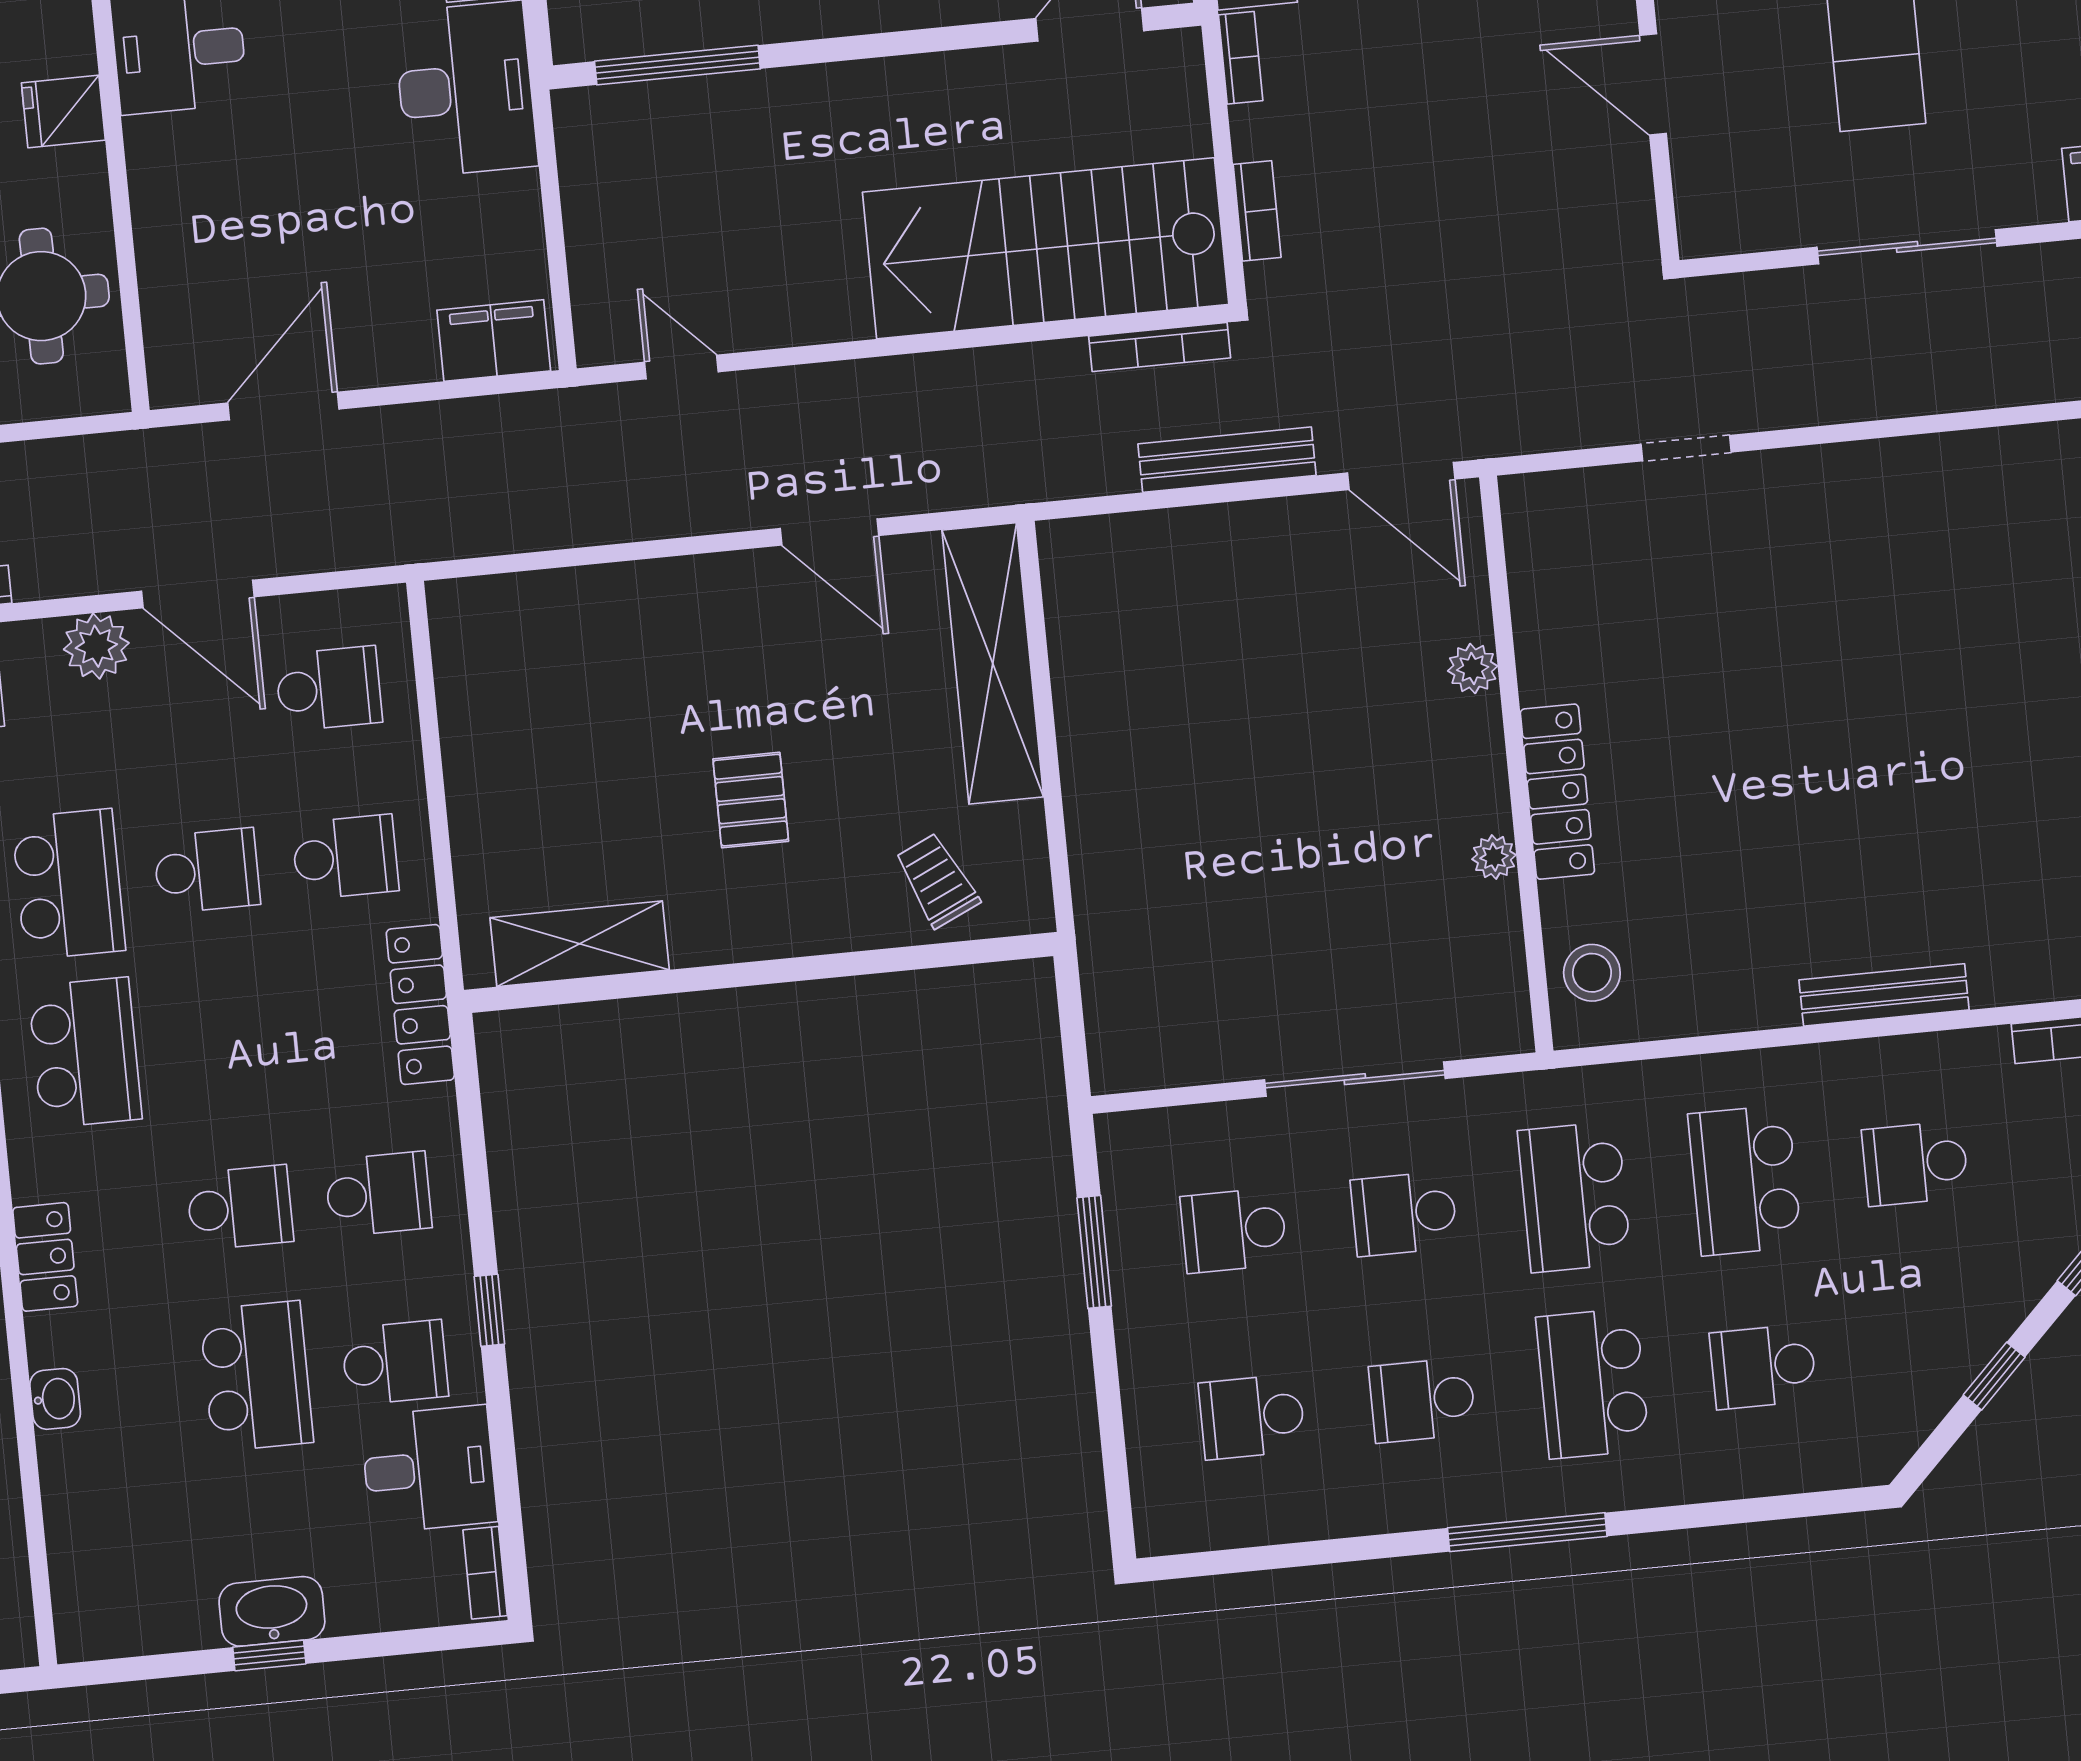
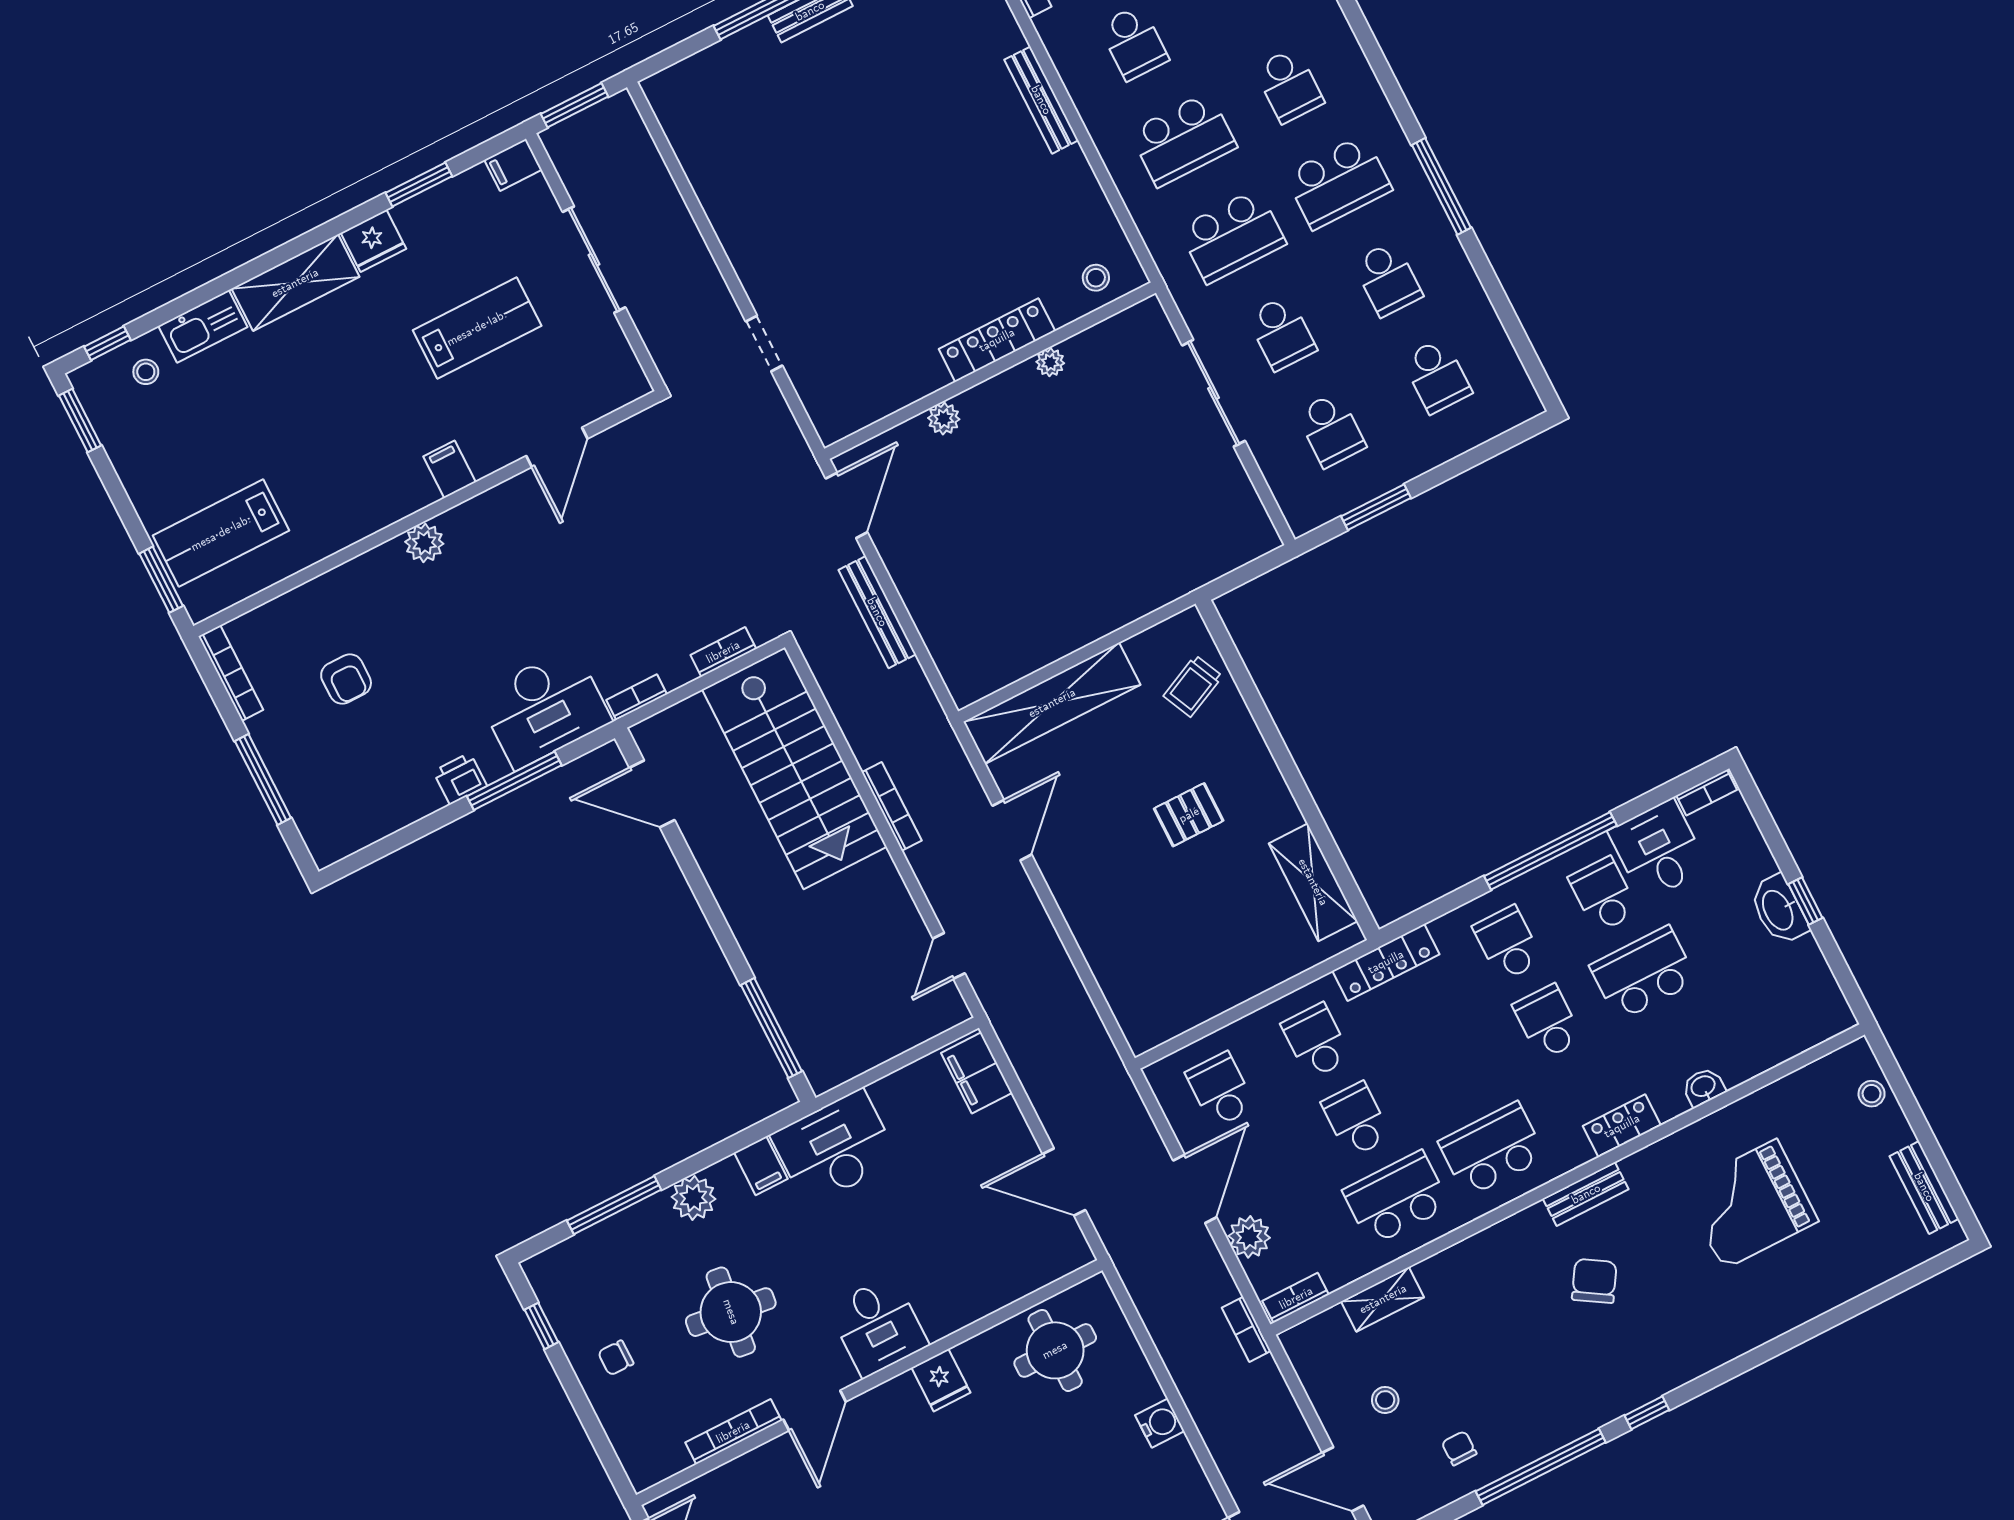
bookcase: (1160, 347) -> (892, 806), moved
stool: (1592, 973) -> (1096, 278), width x0.73, depth x0.73
window: (489, 1310) -> (1551, 851), width x3.17

